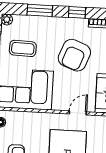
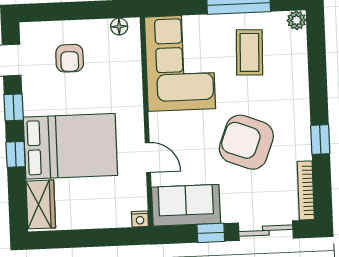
window: (40, 10) -> (318, 75), removed

